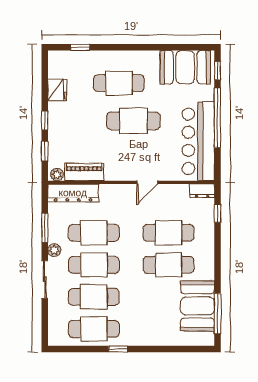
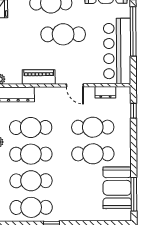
piano: (84, 172) -> (39, 77), moved
door: (147, 182) -> (75, 85), hinge flipped
dresser: (202, 191) -> (105, 92), moved

